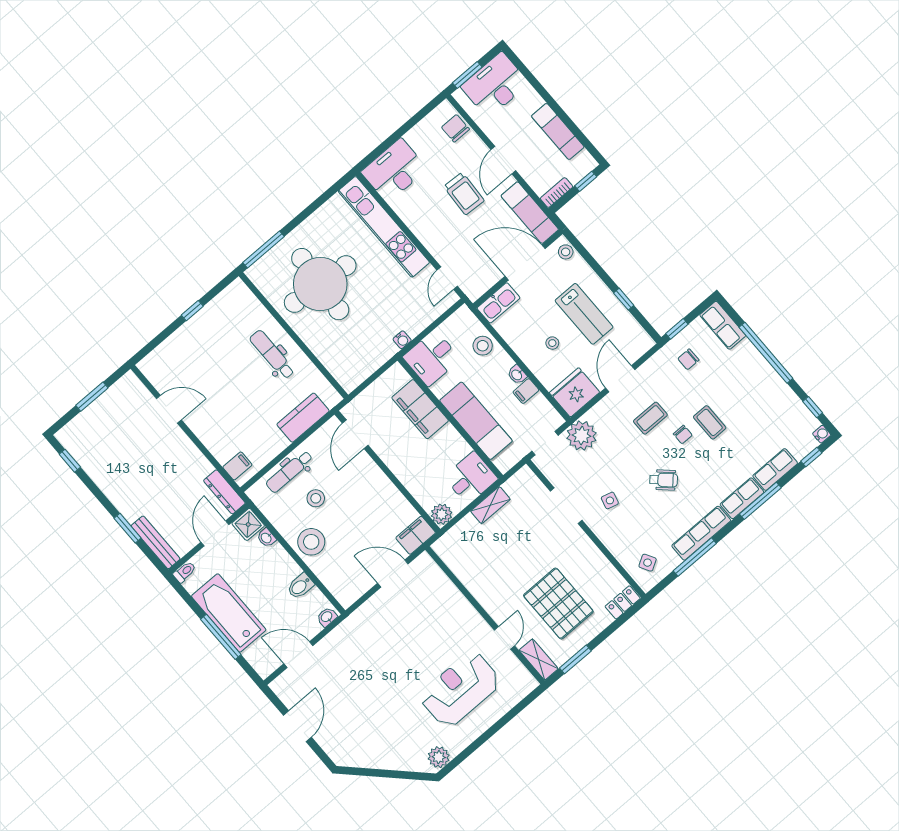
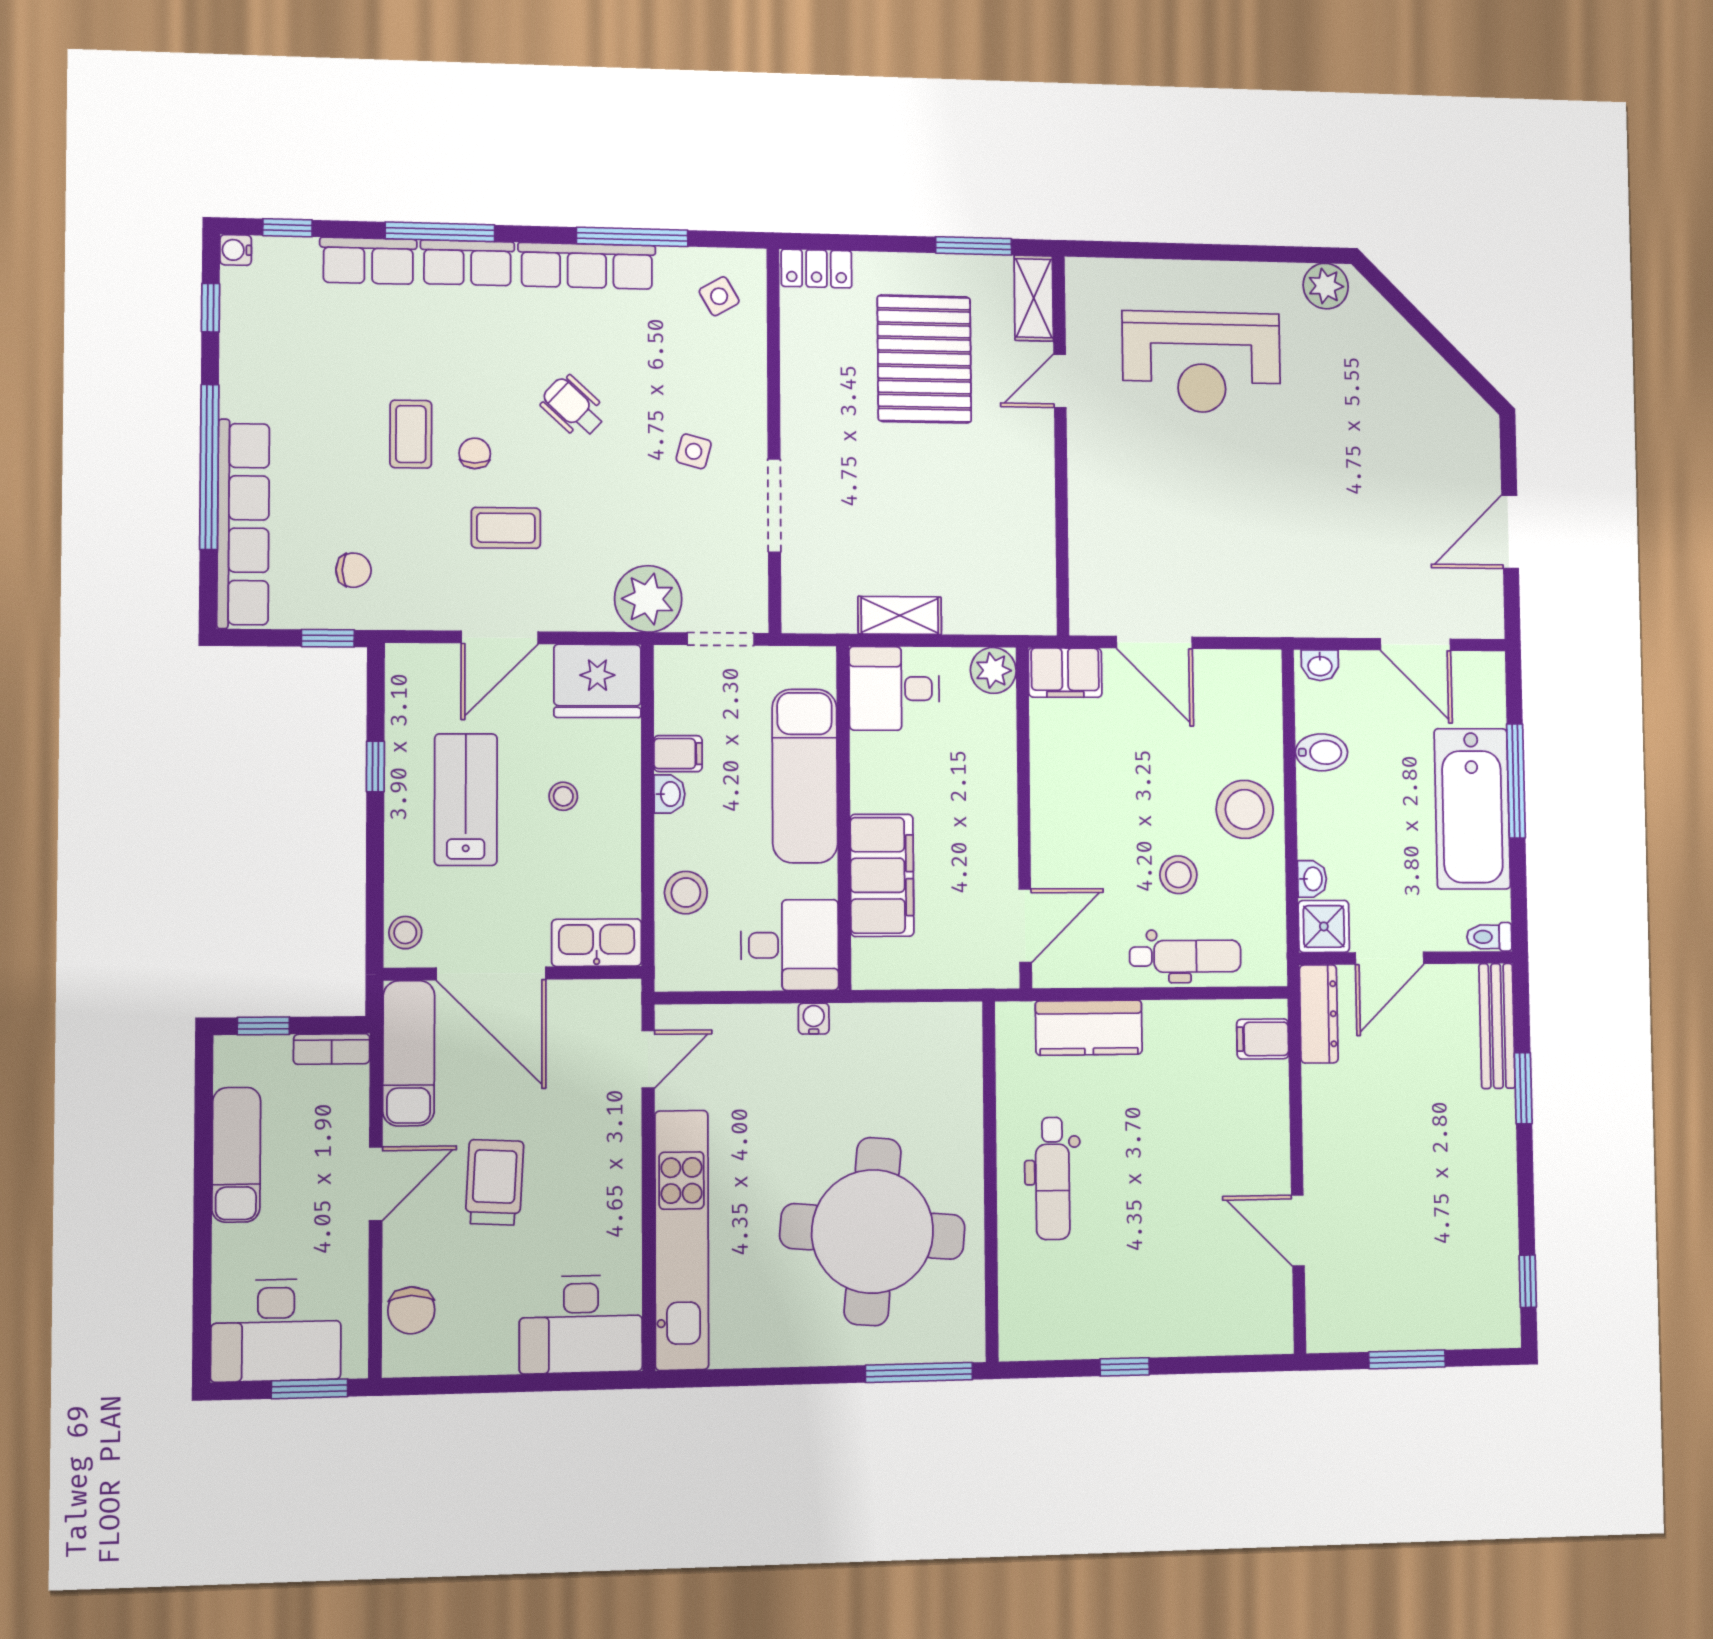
row of seats: (723, 325) -> (243, 524), width x2.02

